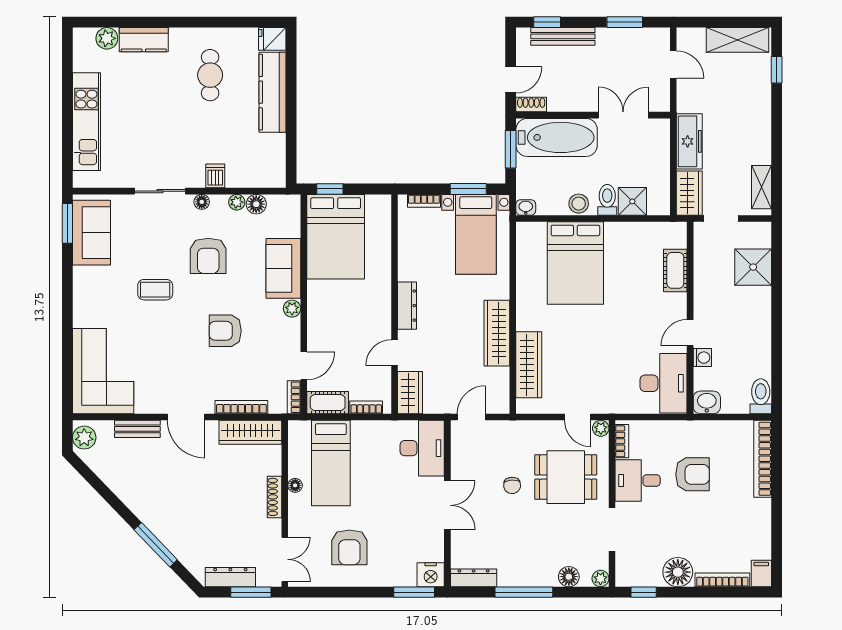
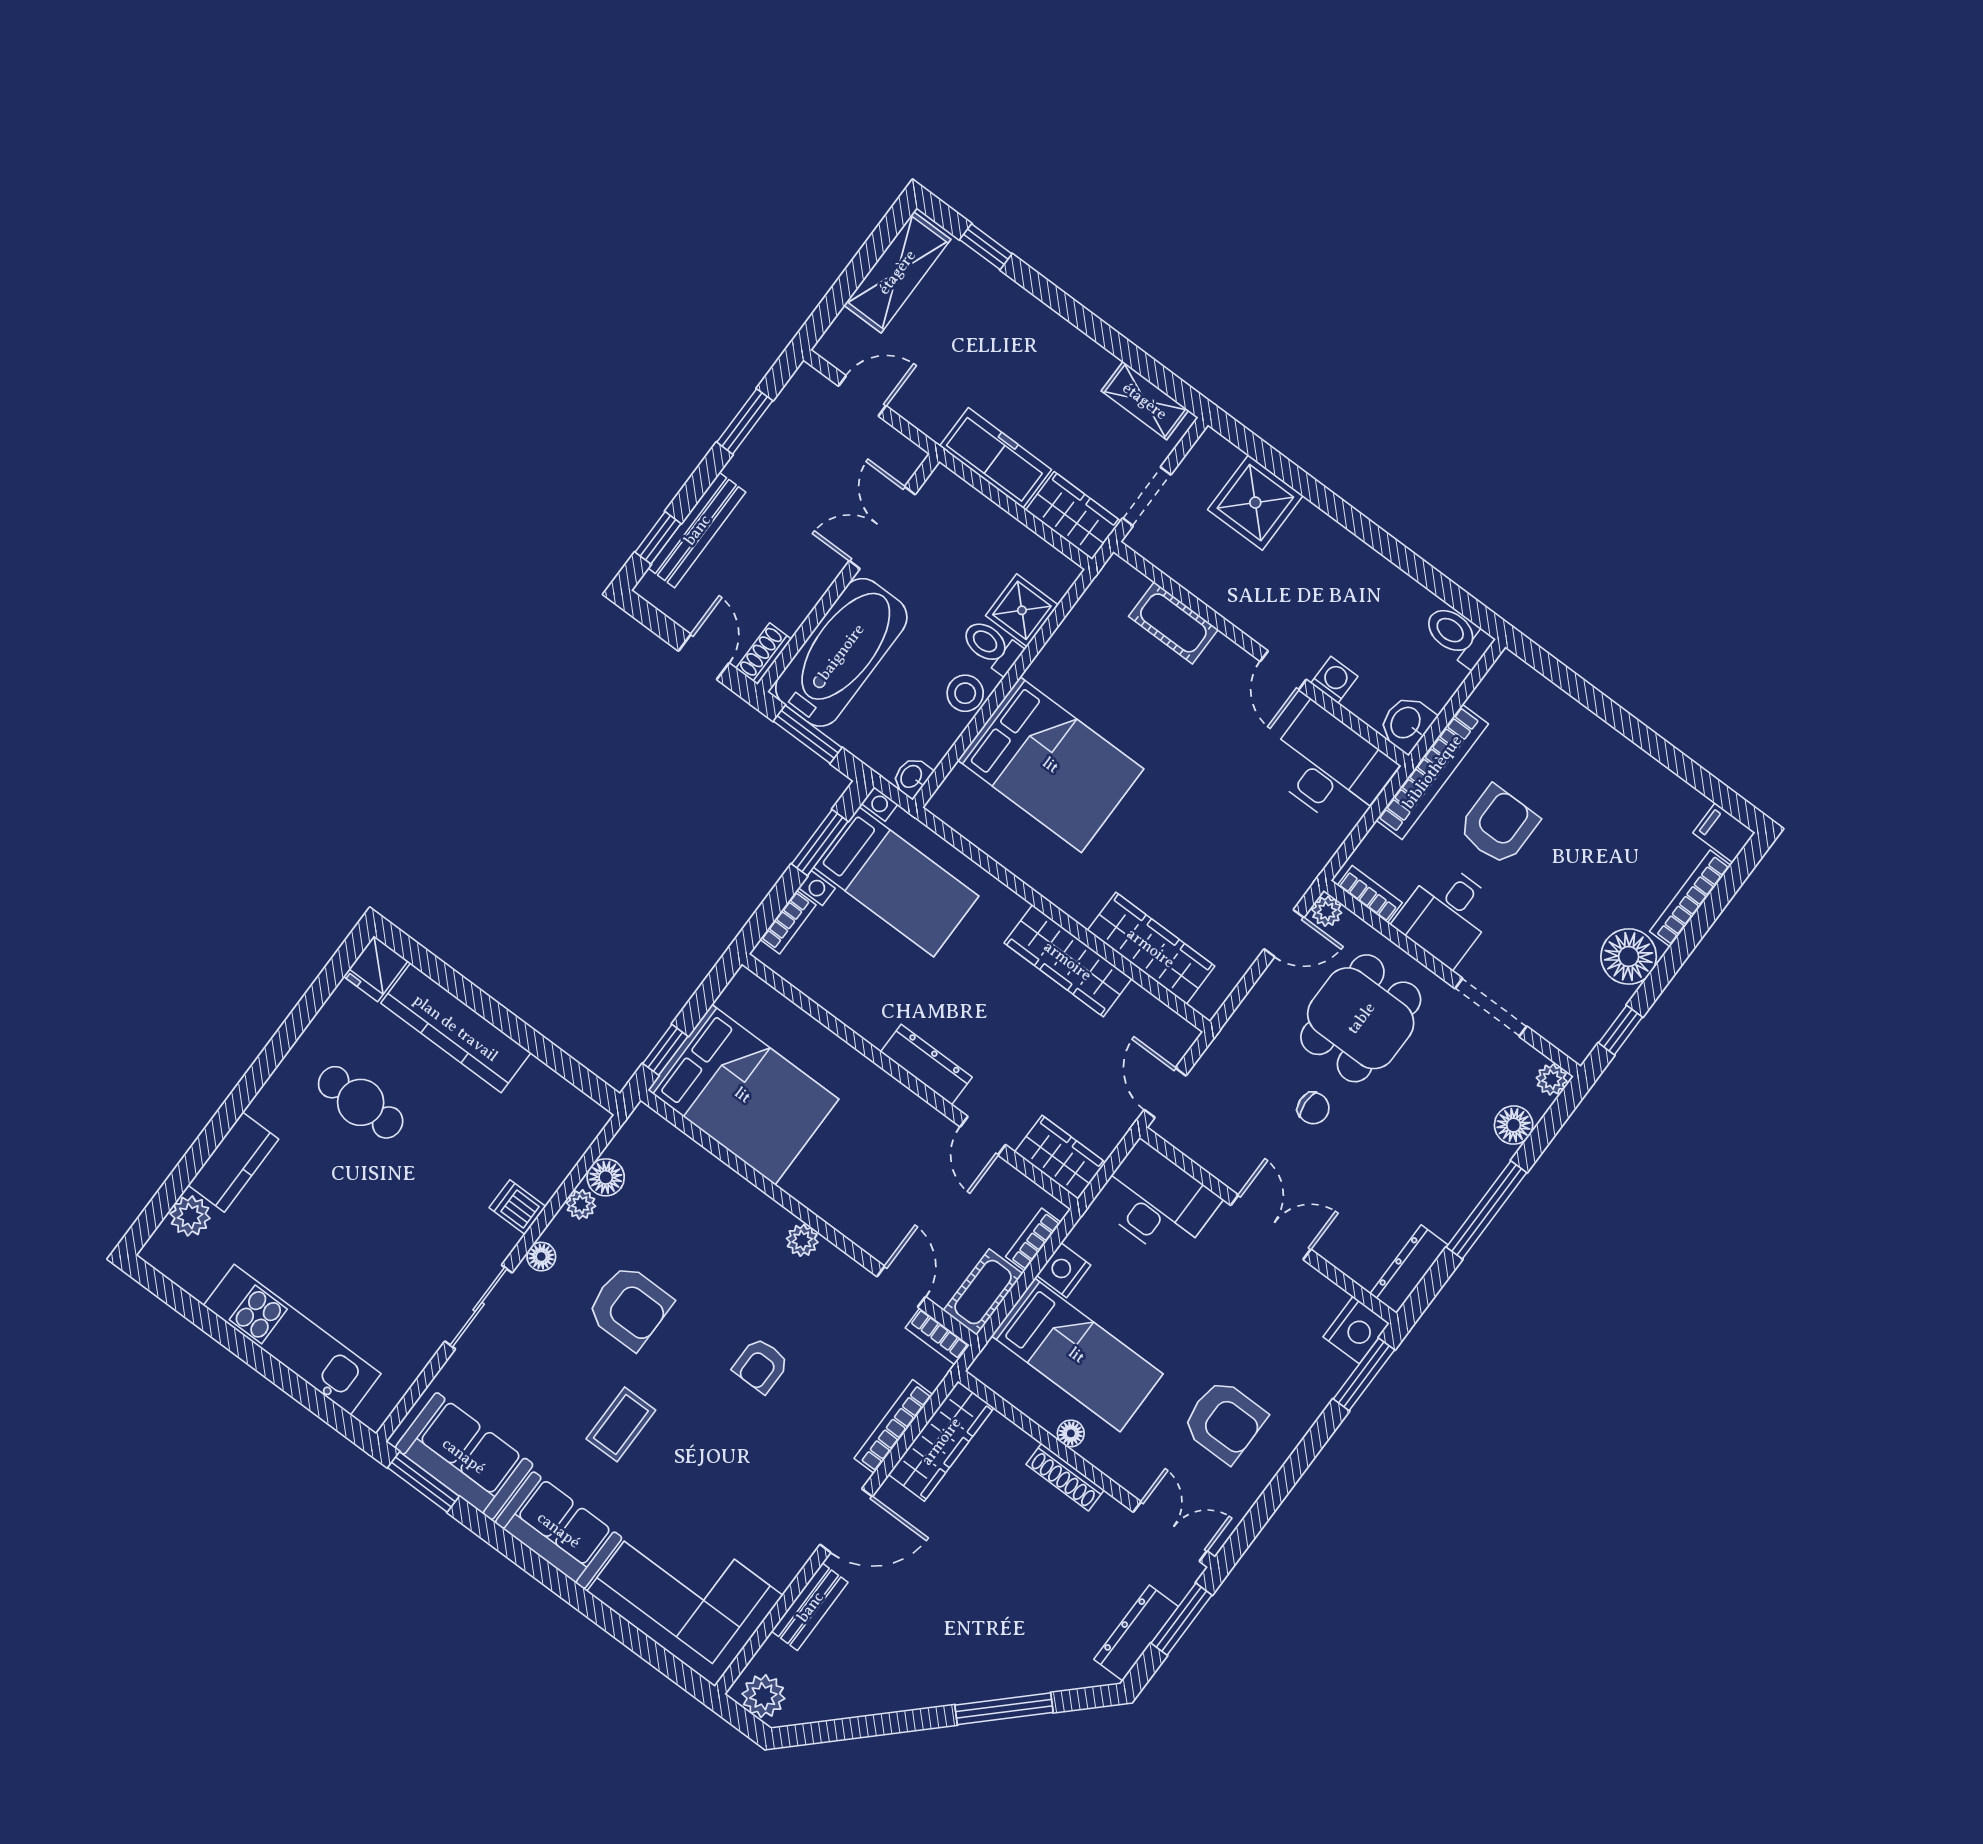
sofa: (283, 268) -> (559, 1530), moved, turned 180
armchair: (225, 331) -> (761, 1365), width x0.72, depth x0.72
nightstand: (363, 430) -> (1064, 1270), added
bookcase: (763, 459) -> (1432, 772), moved, turned -90

